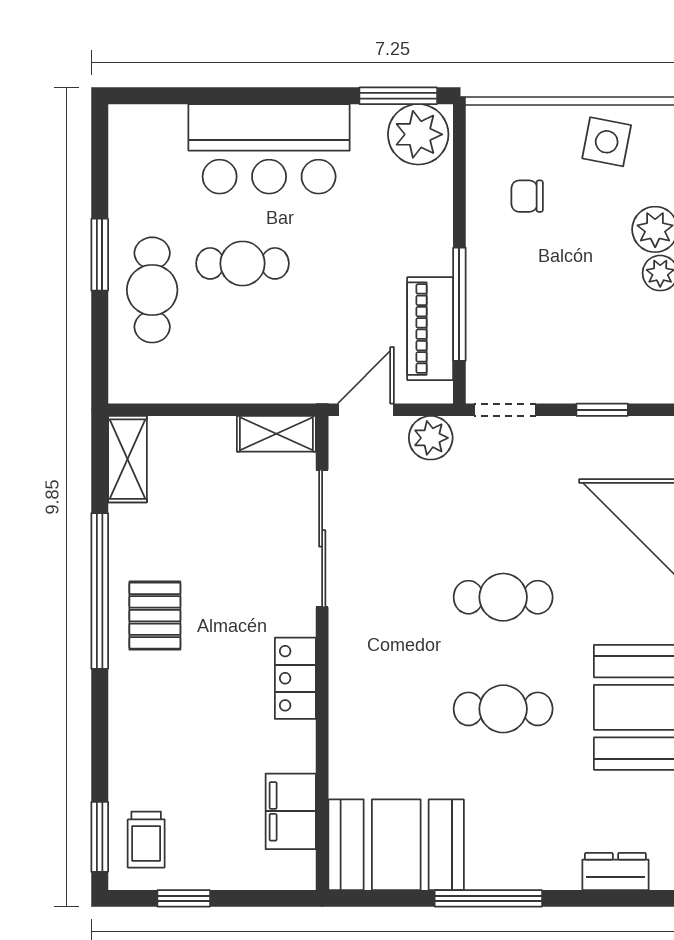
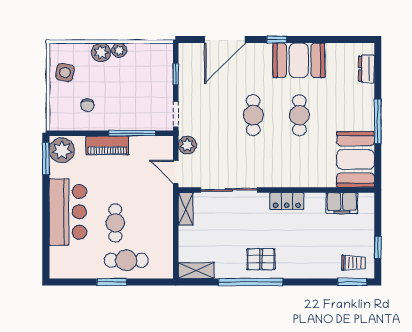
piano: (430, 329) -> (107, 145), moved

